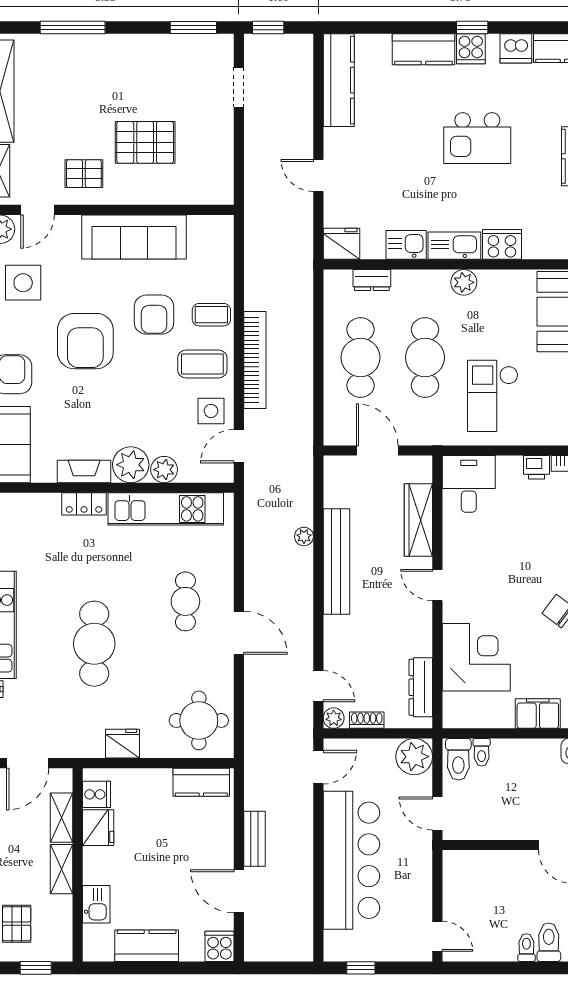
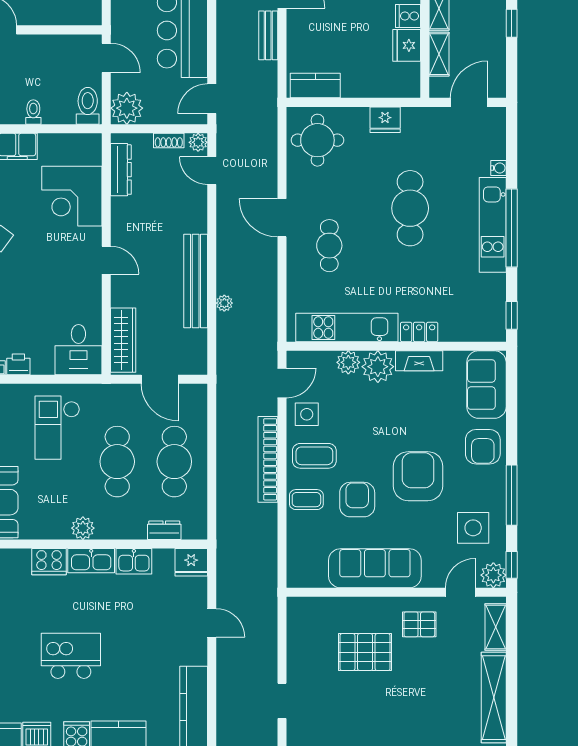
checkout: (493, 396) -> (57, 428), turned 180
wardrobe: (418, 520) -> (123, 340), moved
toilet: (482, 752) -> (33, 112), moved
cooker: (97, 794) -> (408, 16), moved

